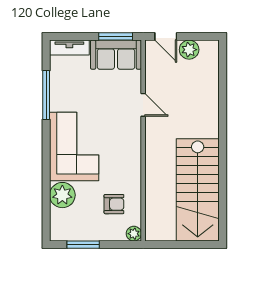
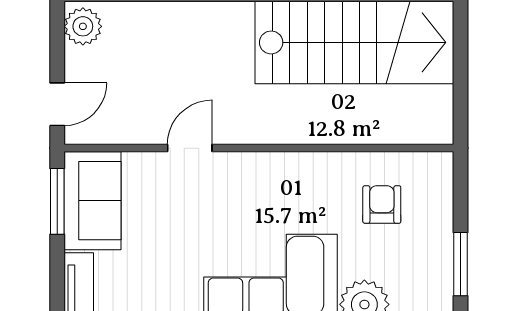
plant: (189, 50) -> (83, 26), moved
plant: (134, 234) -> (439, 166), removed

